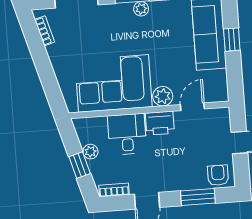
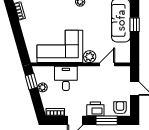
printer: (160, 123) -> (95, 109), moved, turned 180
window: (80, 165) -> (31, 81), moved

